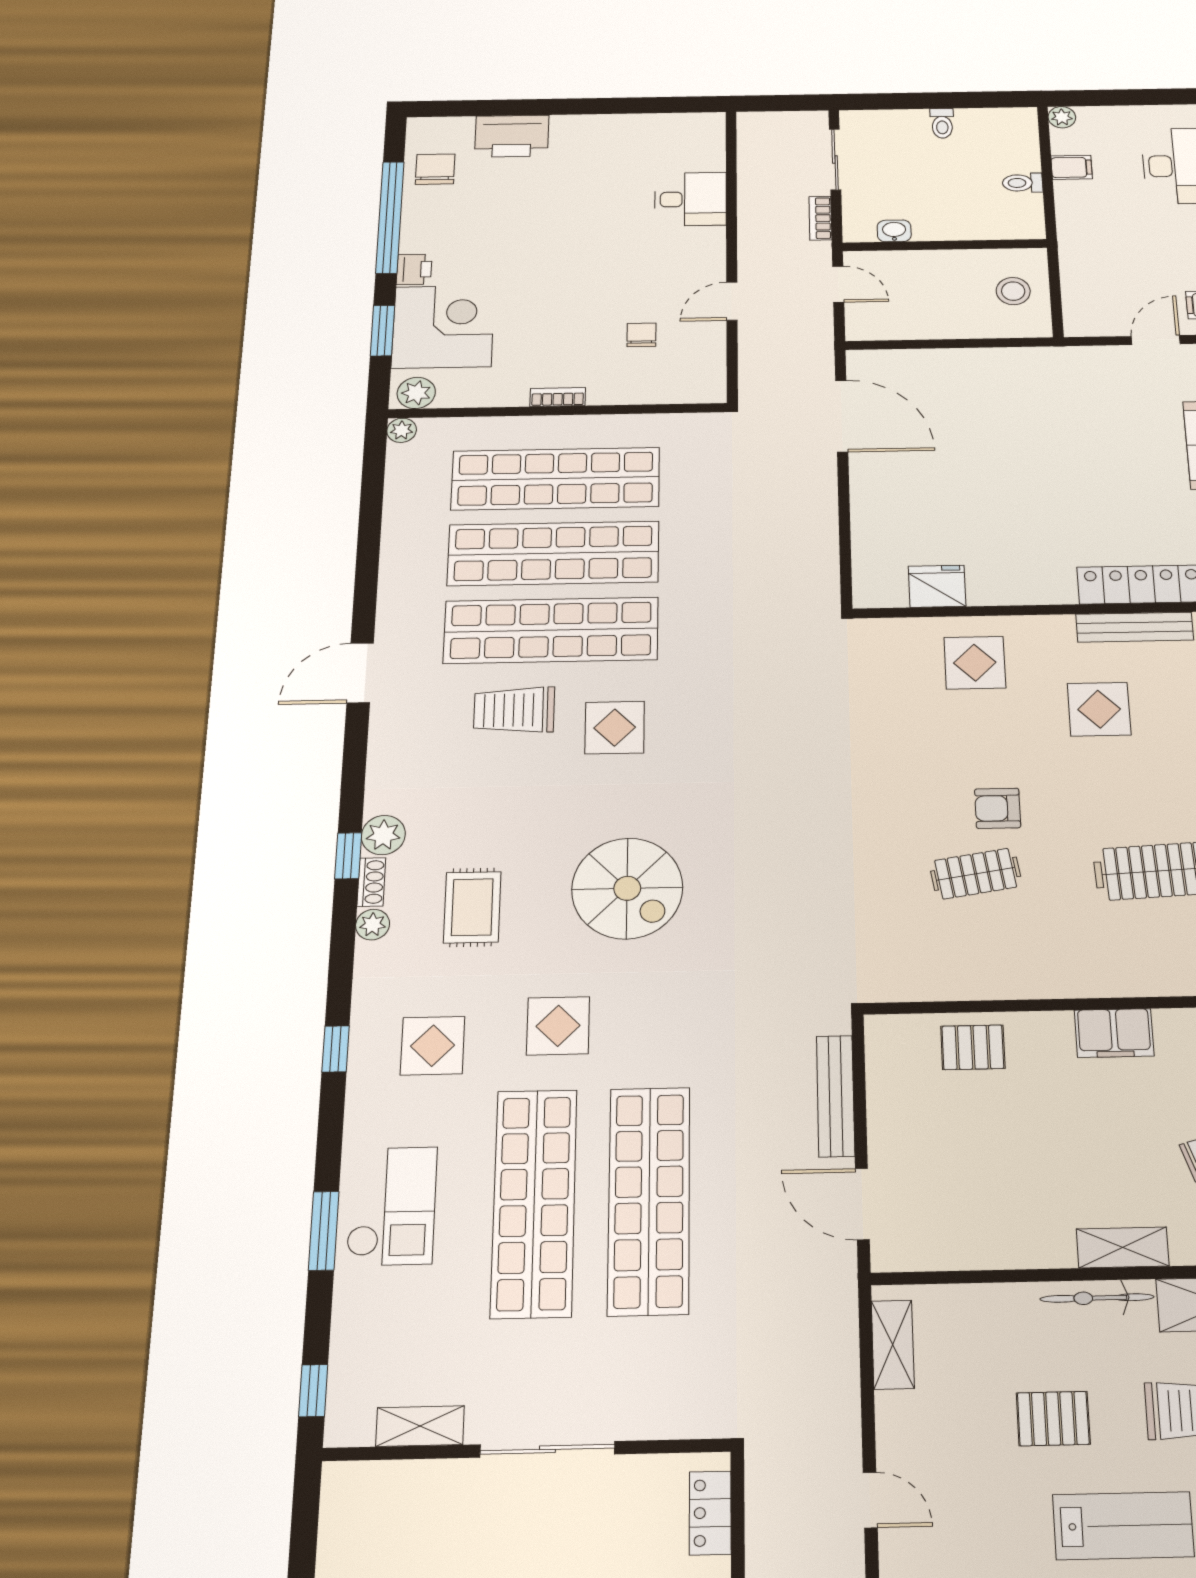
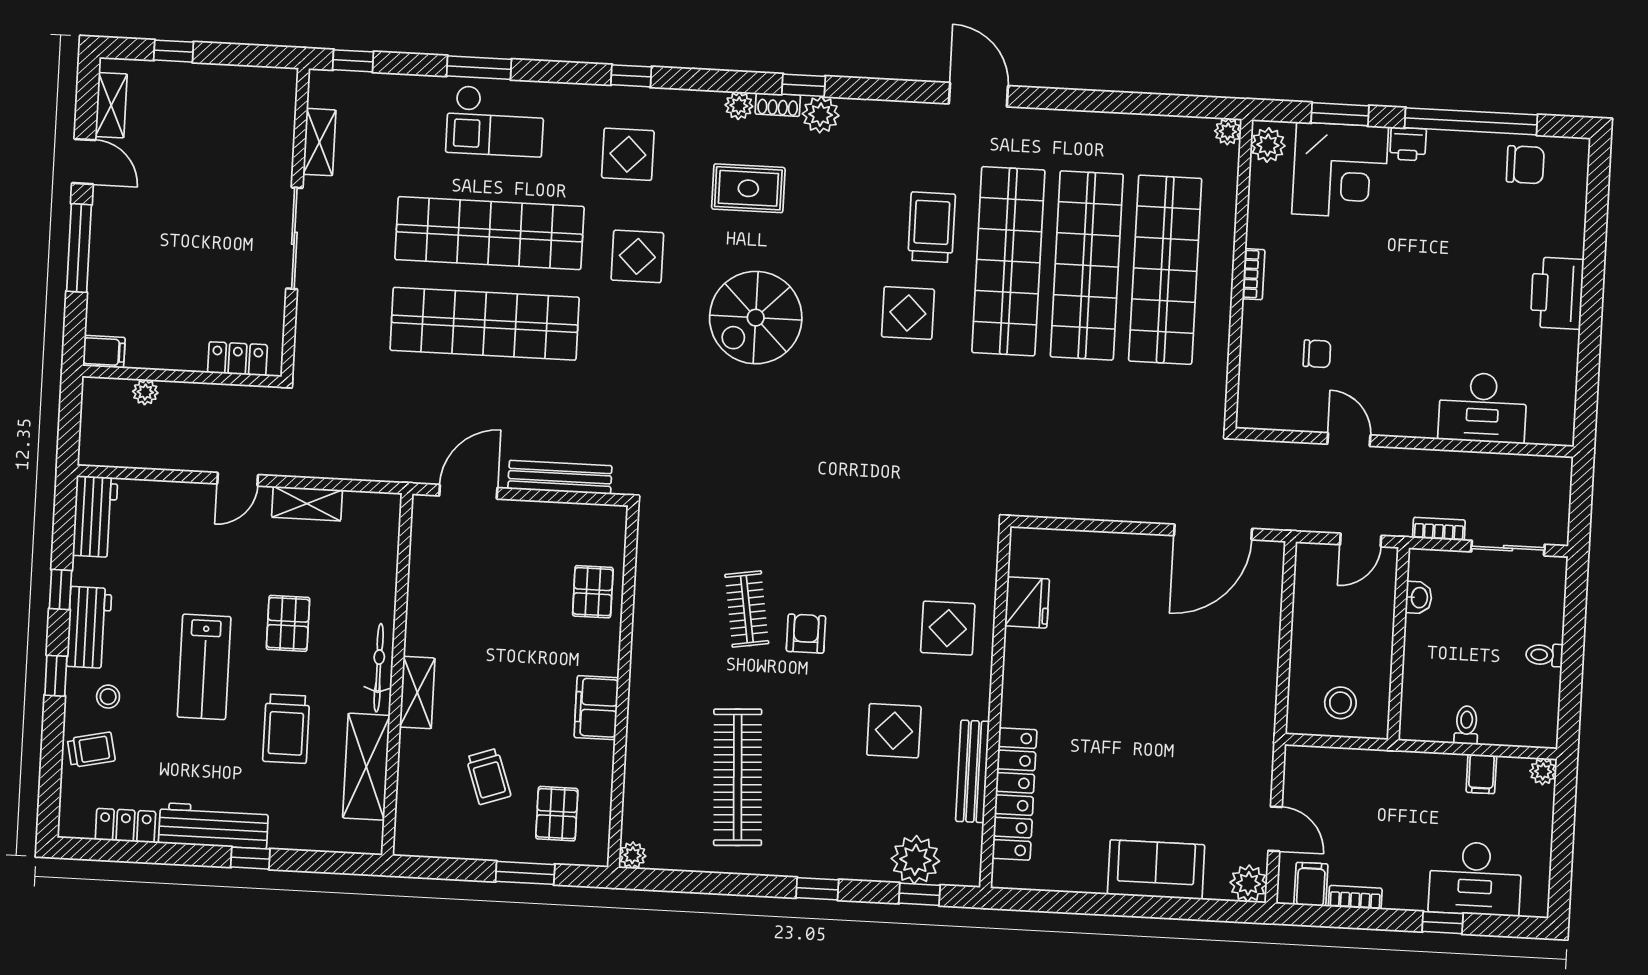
printer: (512, 136) -> (1557, 293), moved
desk: (690, 199) -> (1483, 408), width x1.37
shelving: (893, 1345) -> (307, 504), moved

